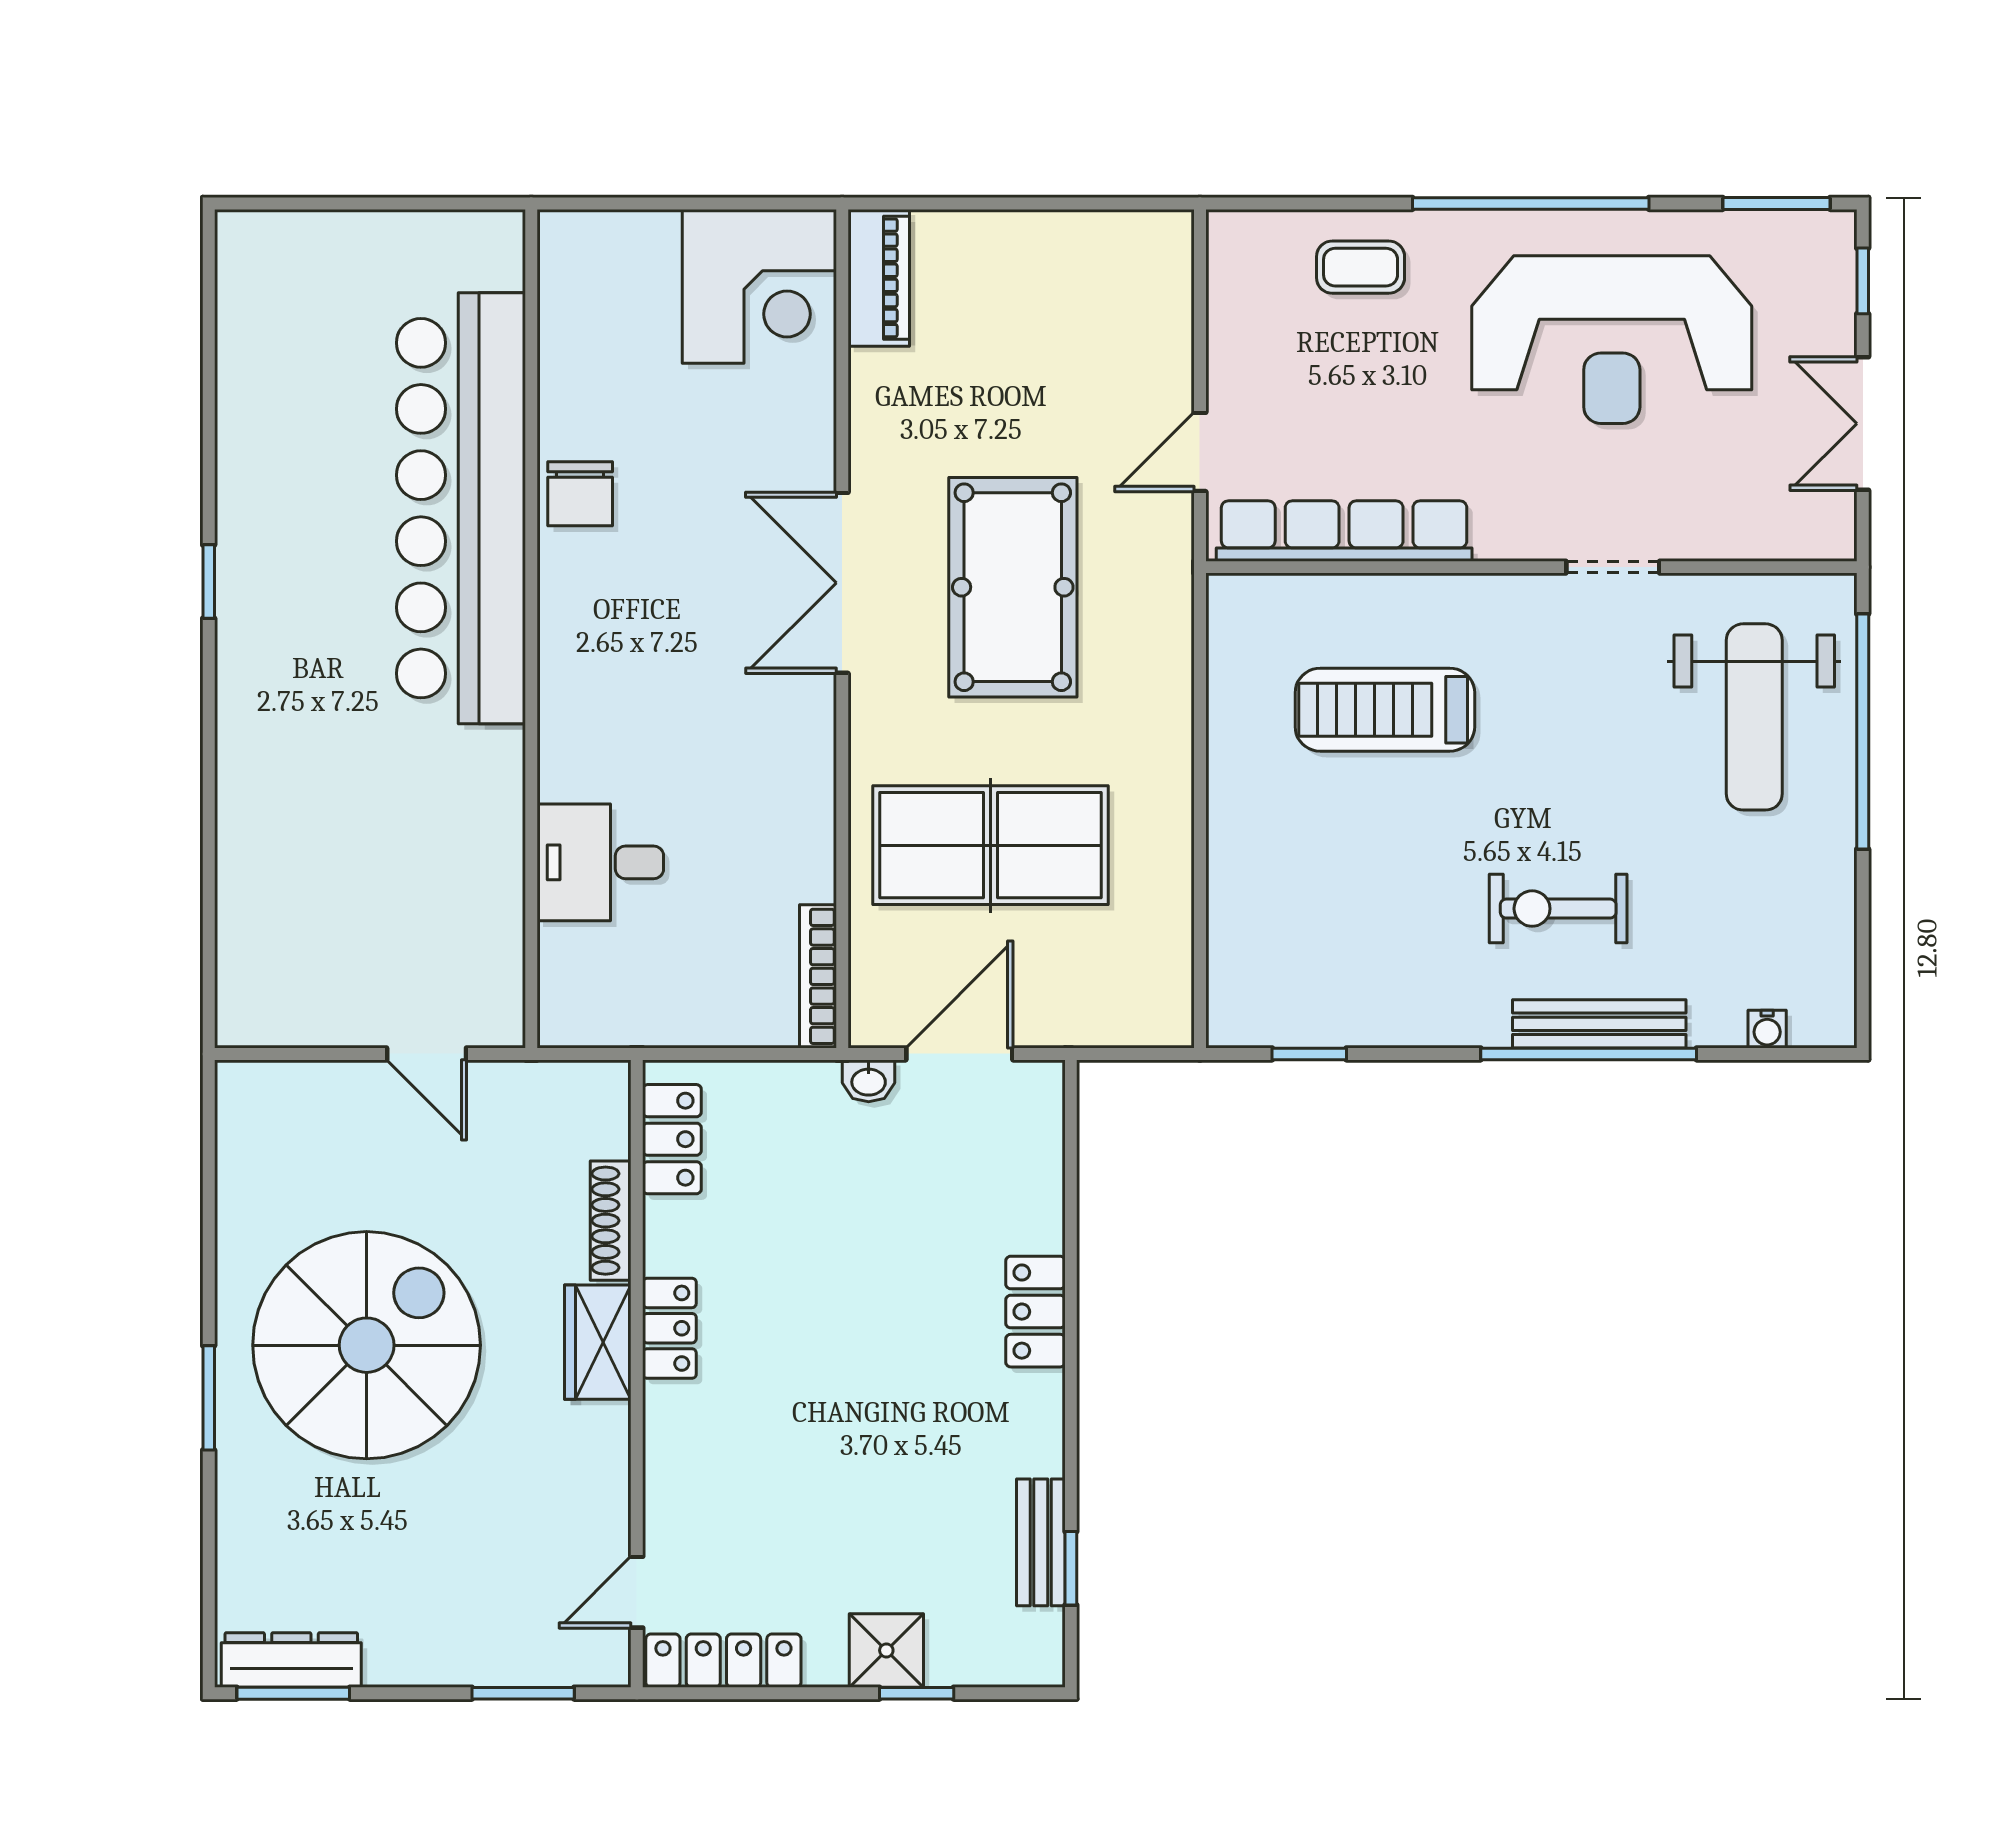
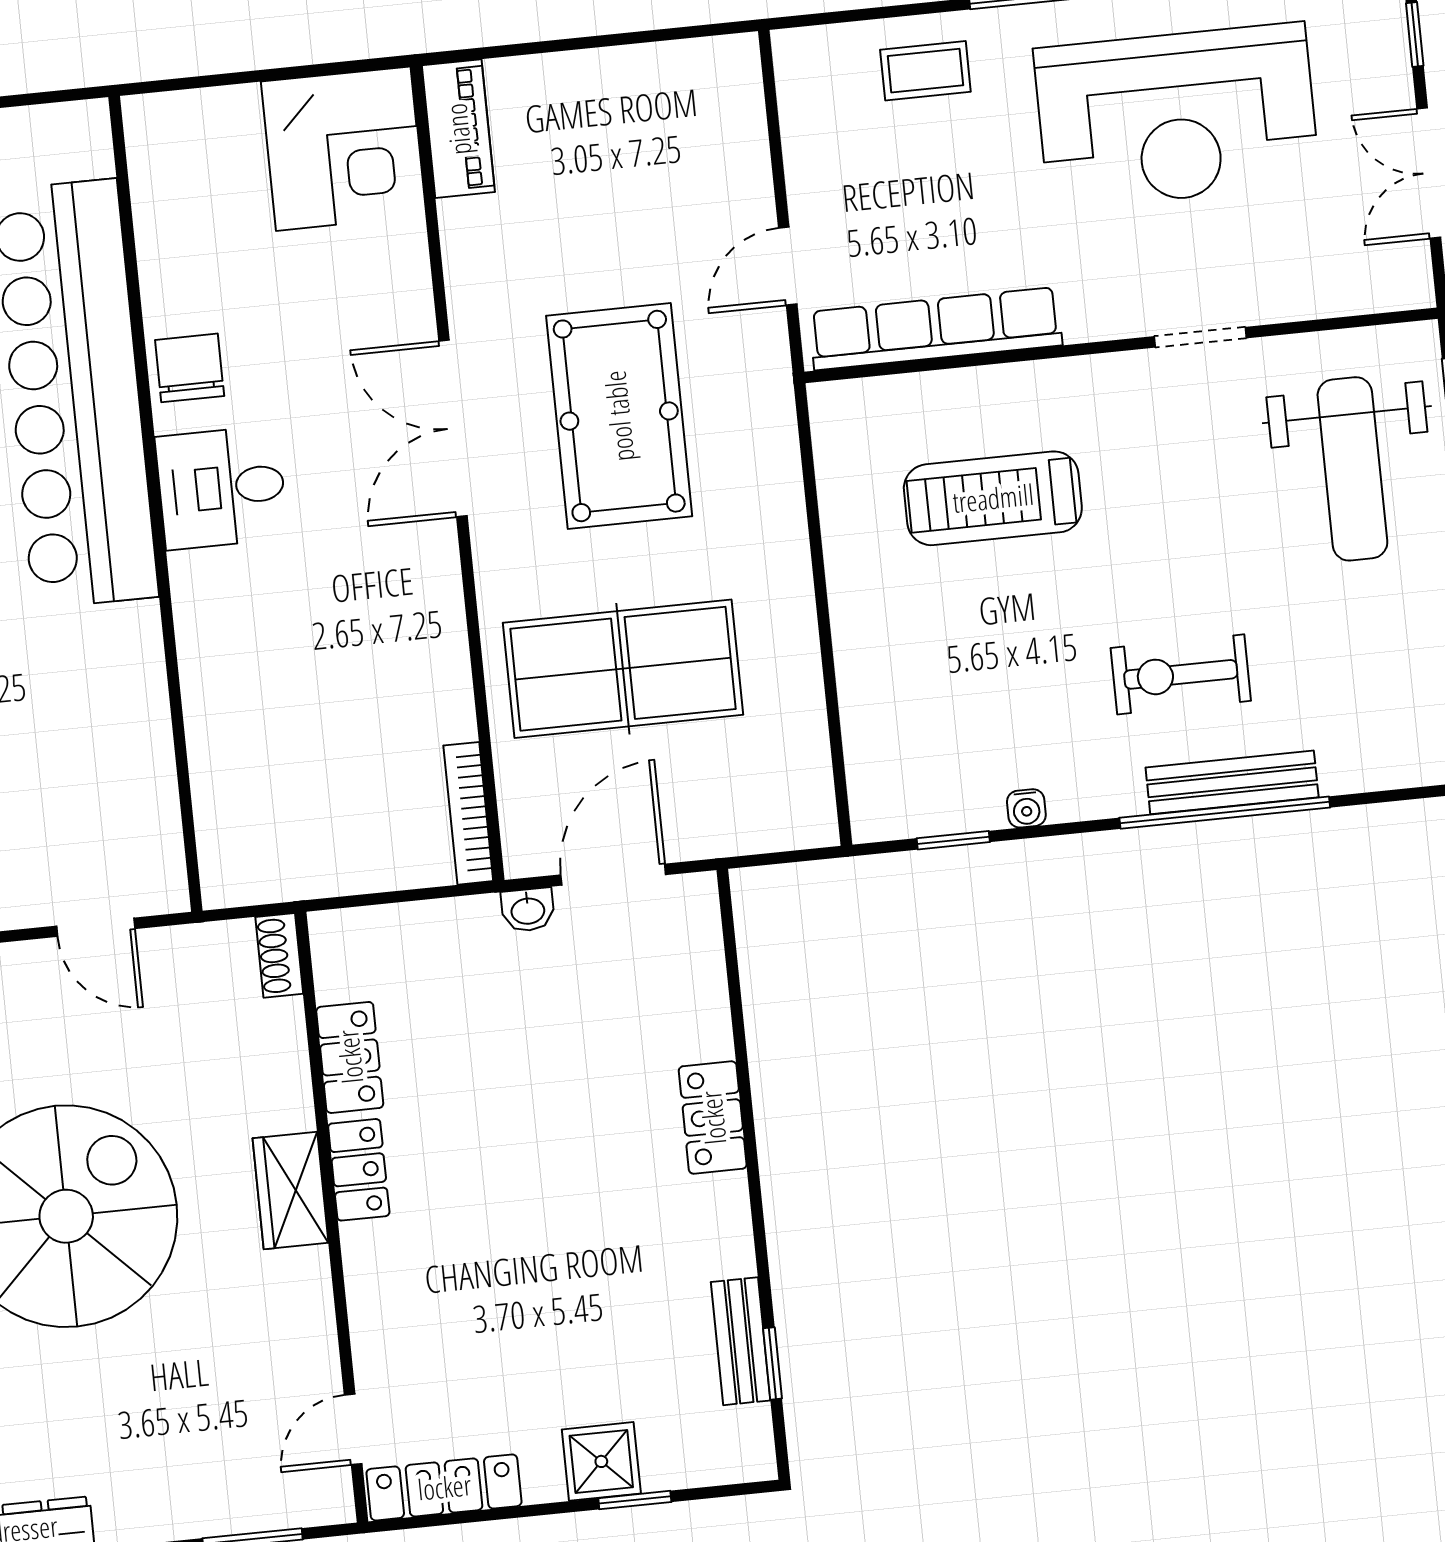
chair: (580, 494) -> (190, 368), turned 180
desk: (600, 862) -> (222, 488), moved
water cooler: (1767, 1029) -> (1026, 808), moved
locker: (672, 1139) -> (350, 1057), moved
shoe rack: (611, 1221) -> (279, 955), moved, width x0.70

